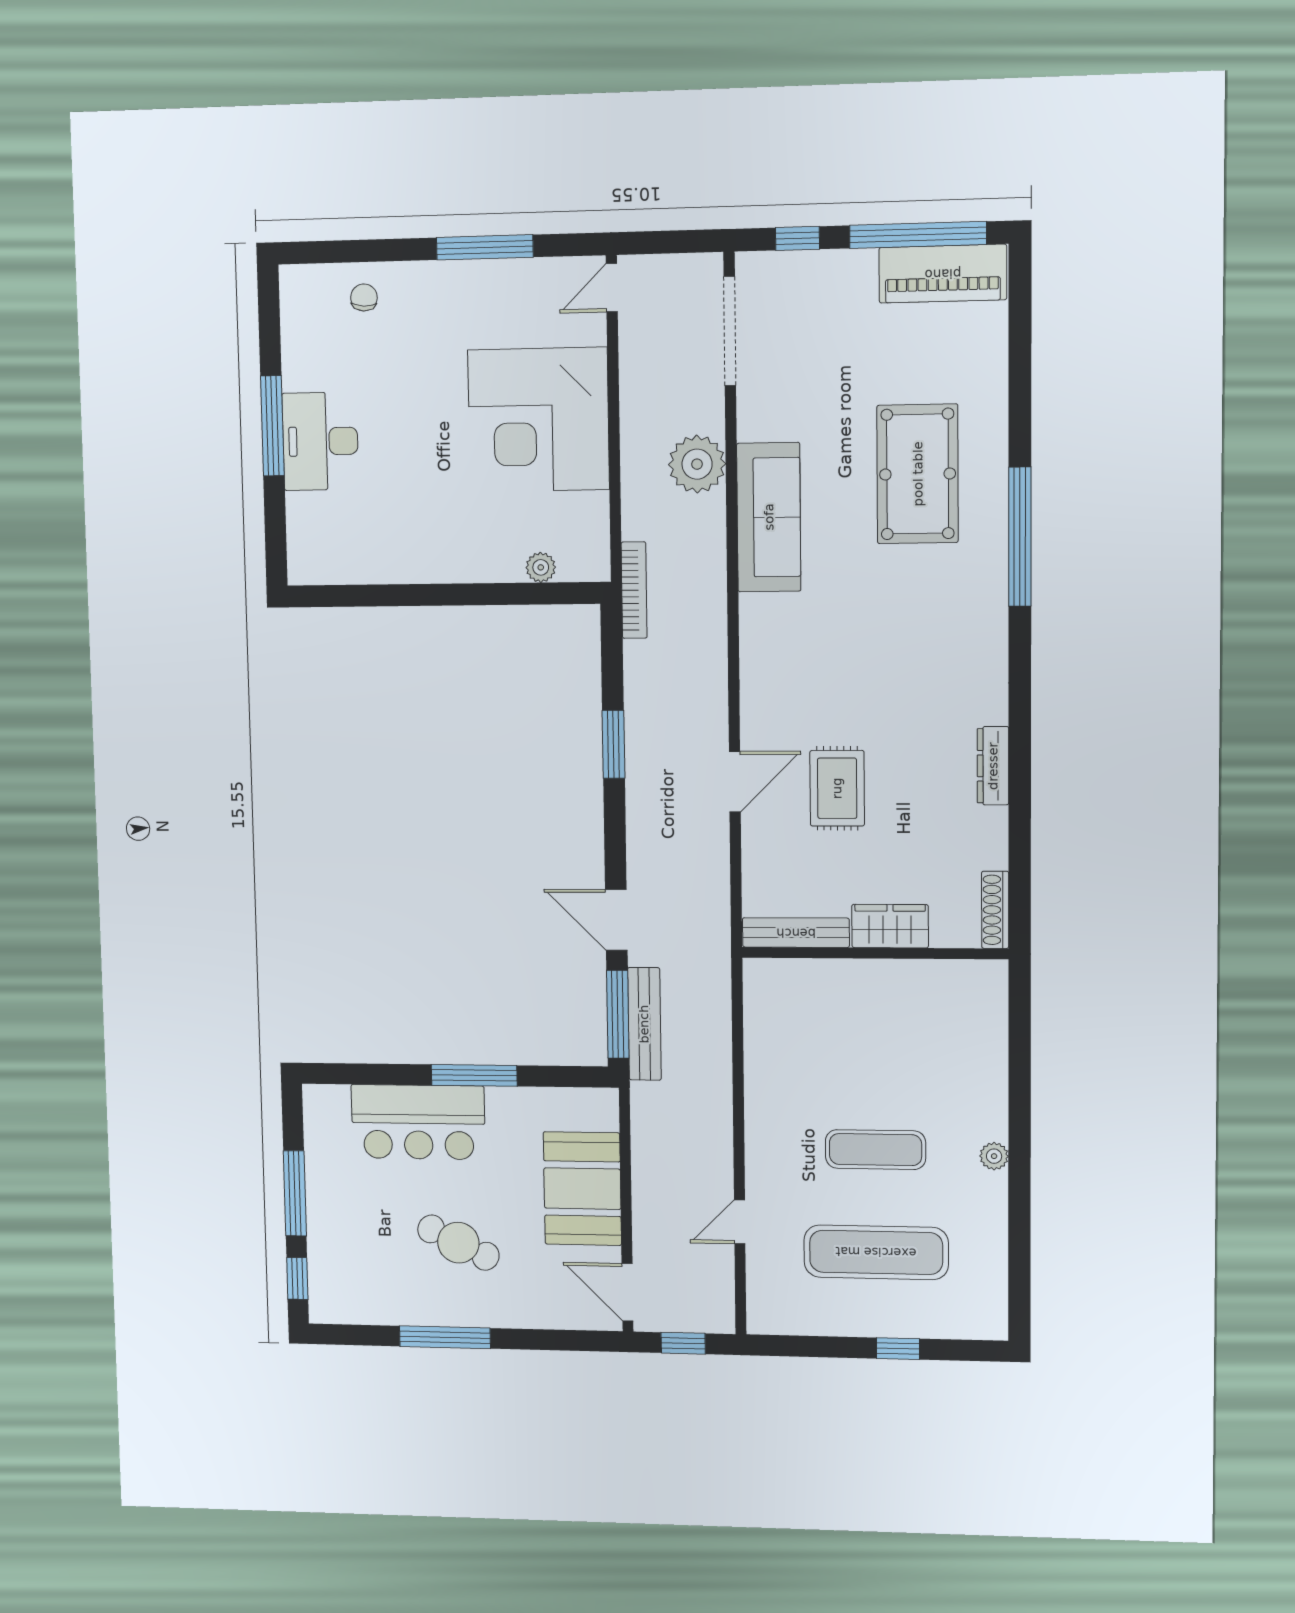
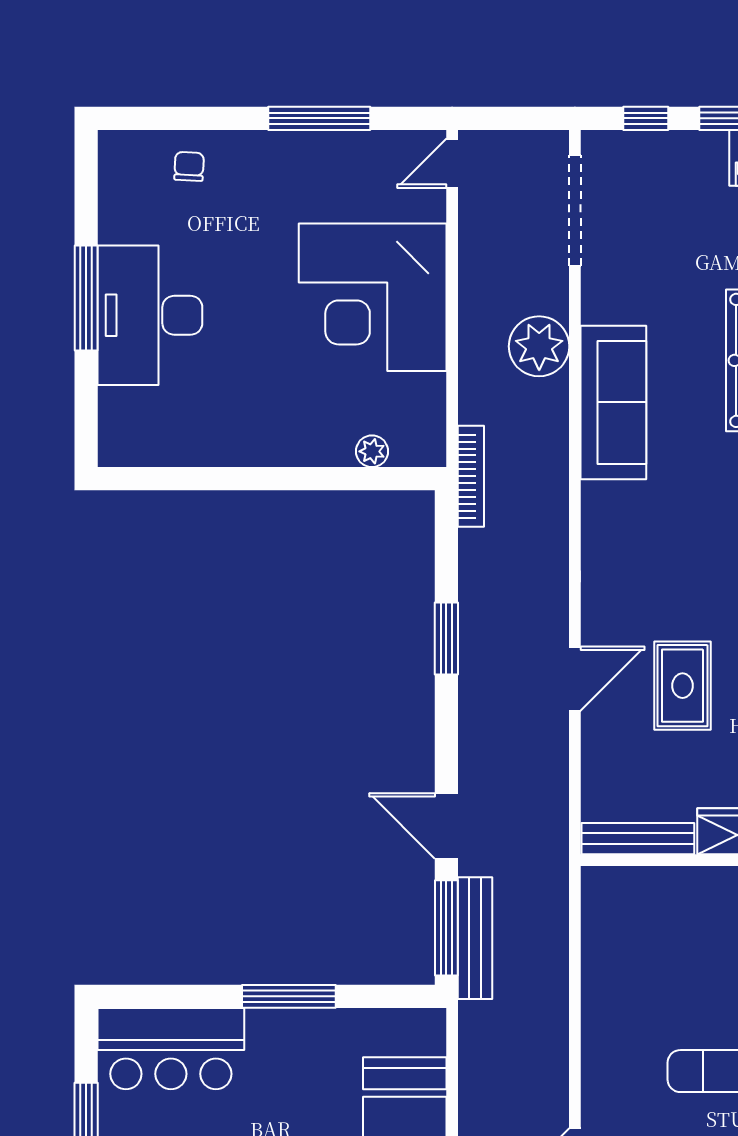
desk: (320, 441) -> (150, 315), width x1.36, depth x1.30
bar counter: (418, 1122) -> (171, 1049), moved

